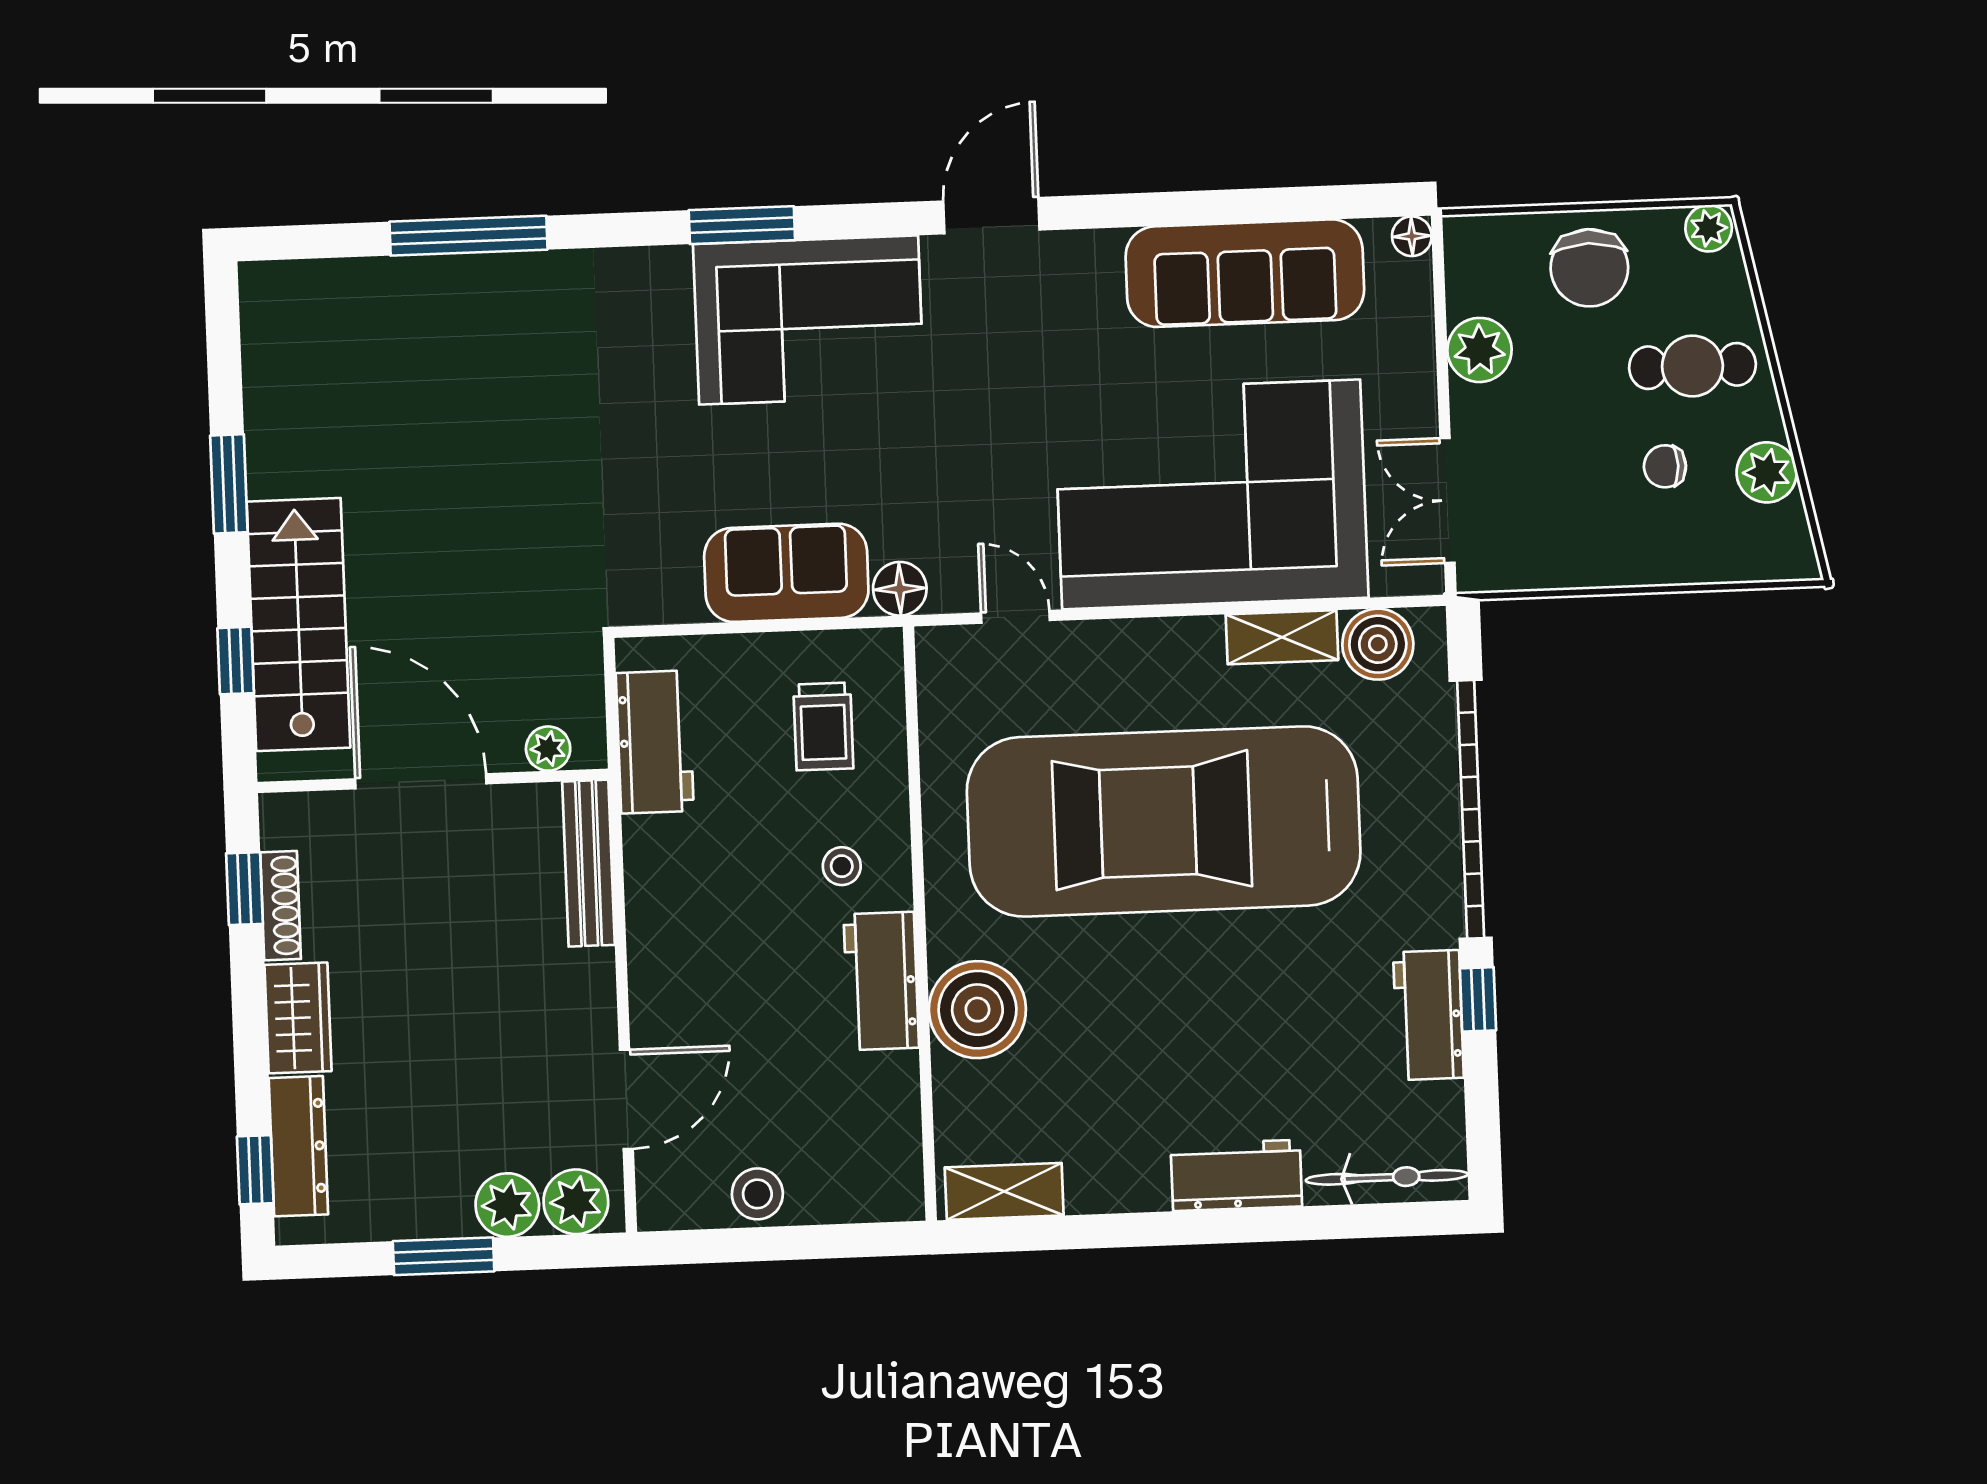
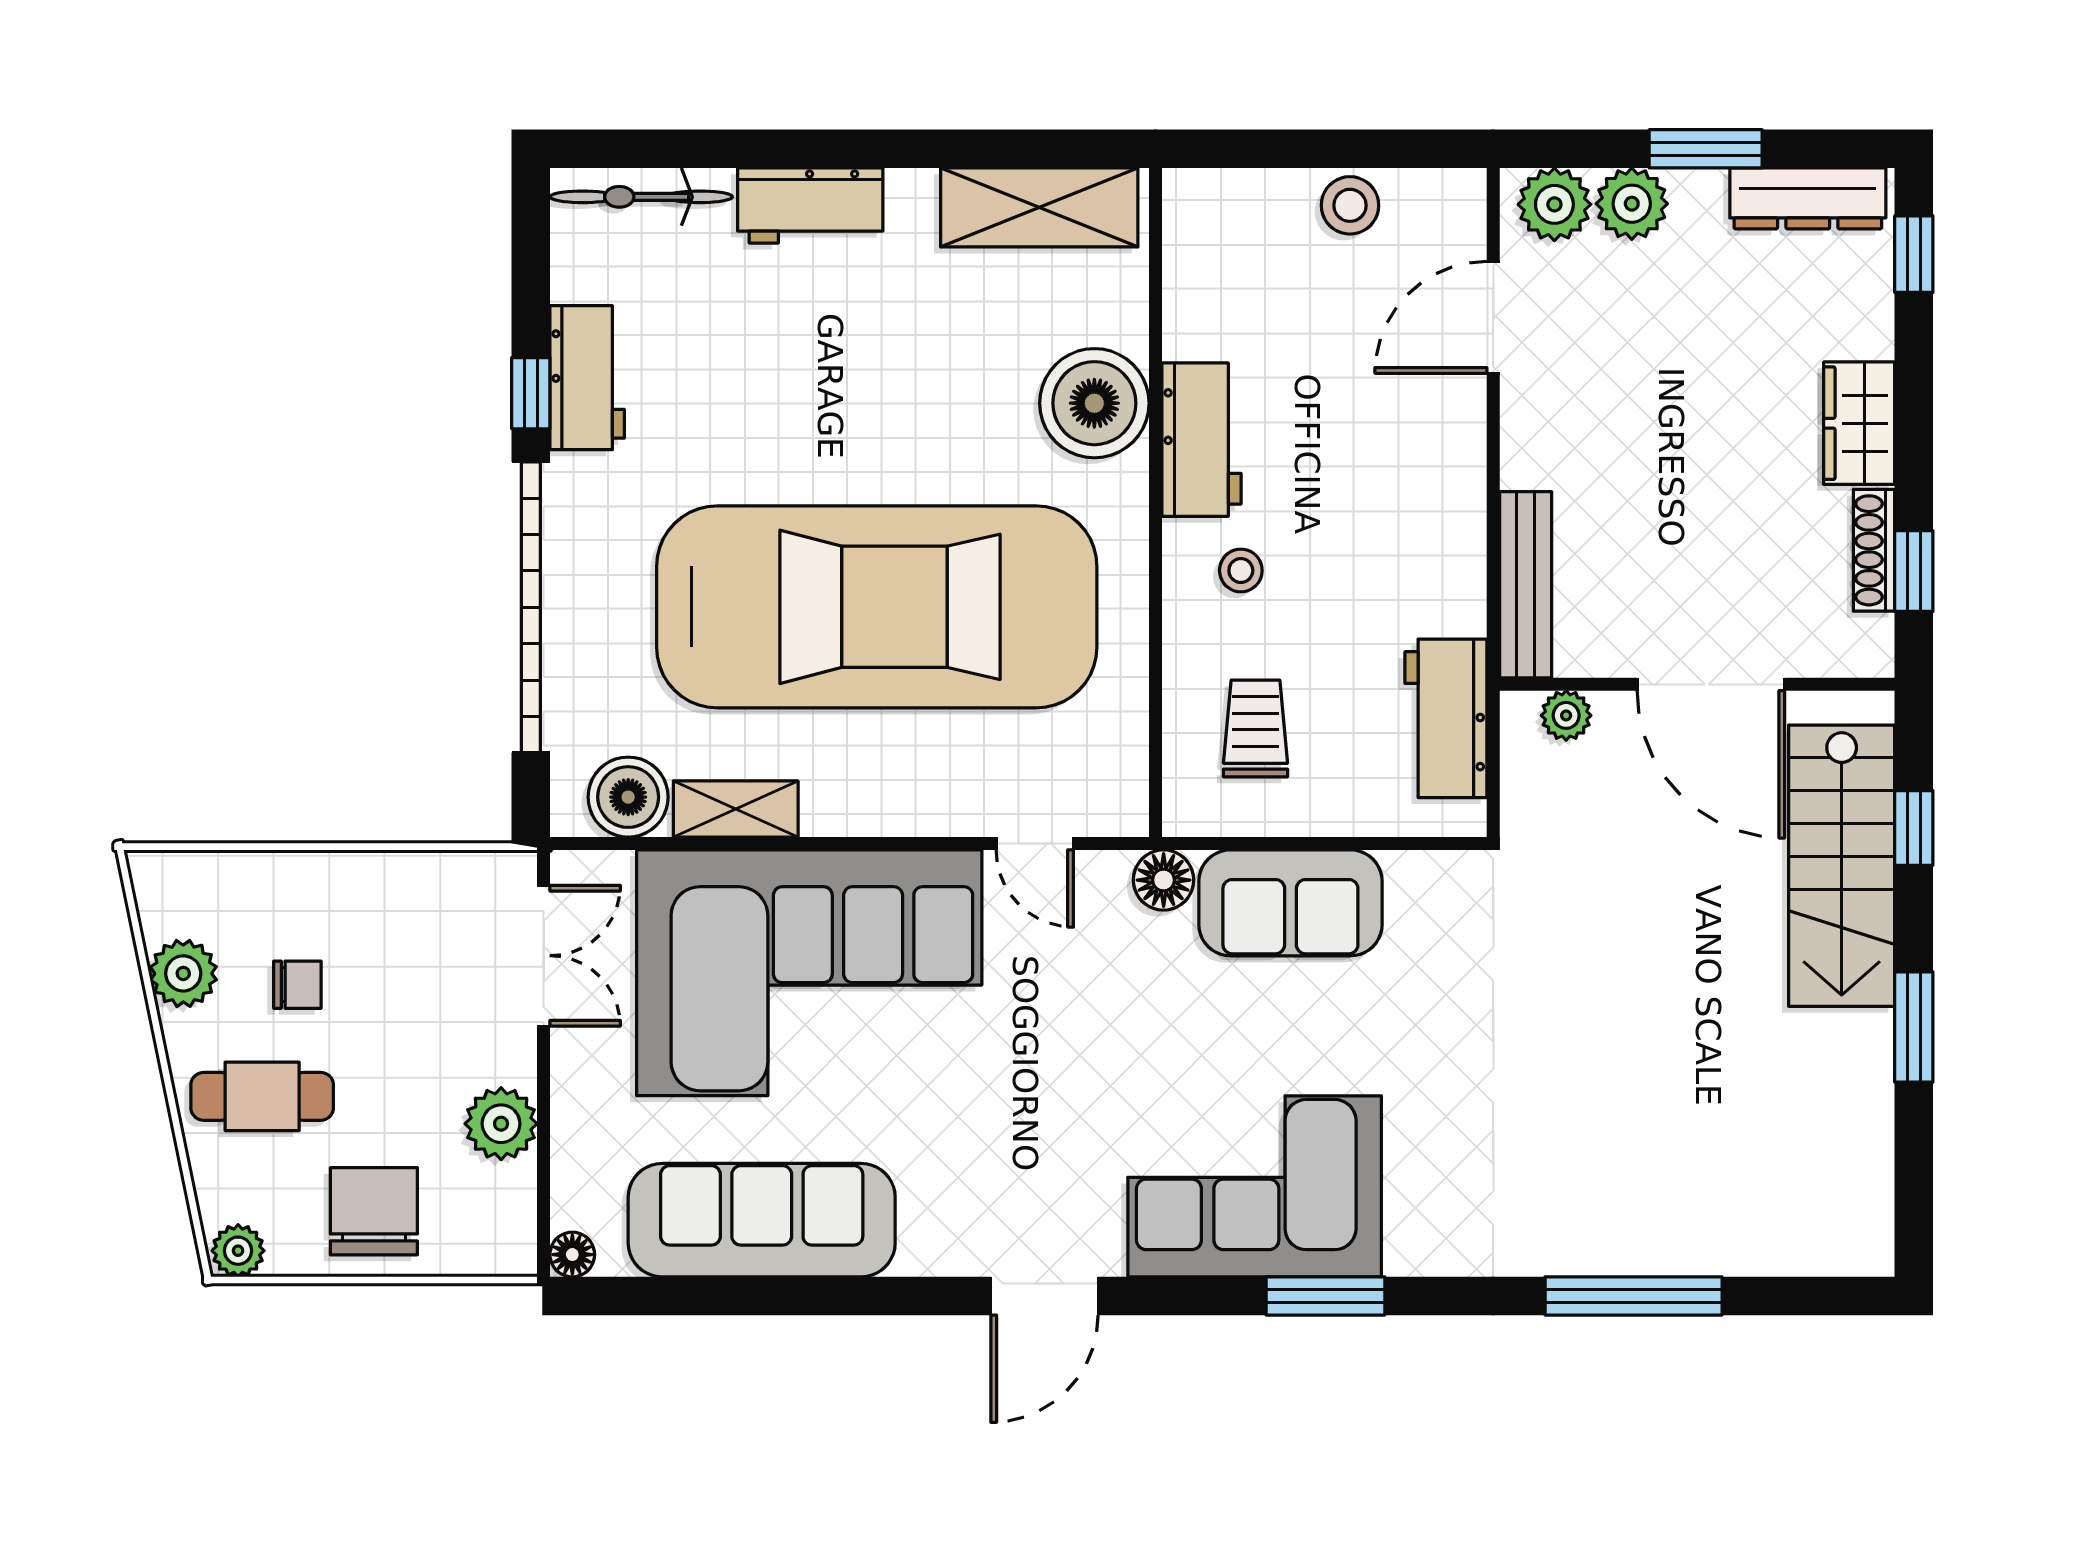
dresser: (298, 1146) -> (1808, 198), moved, turned -90
shelving: (1004, 1191) -> (1039, 207), width x1.50, depth x1.33

